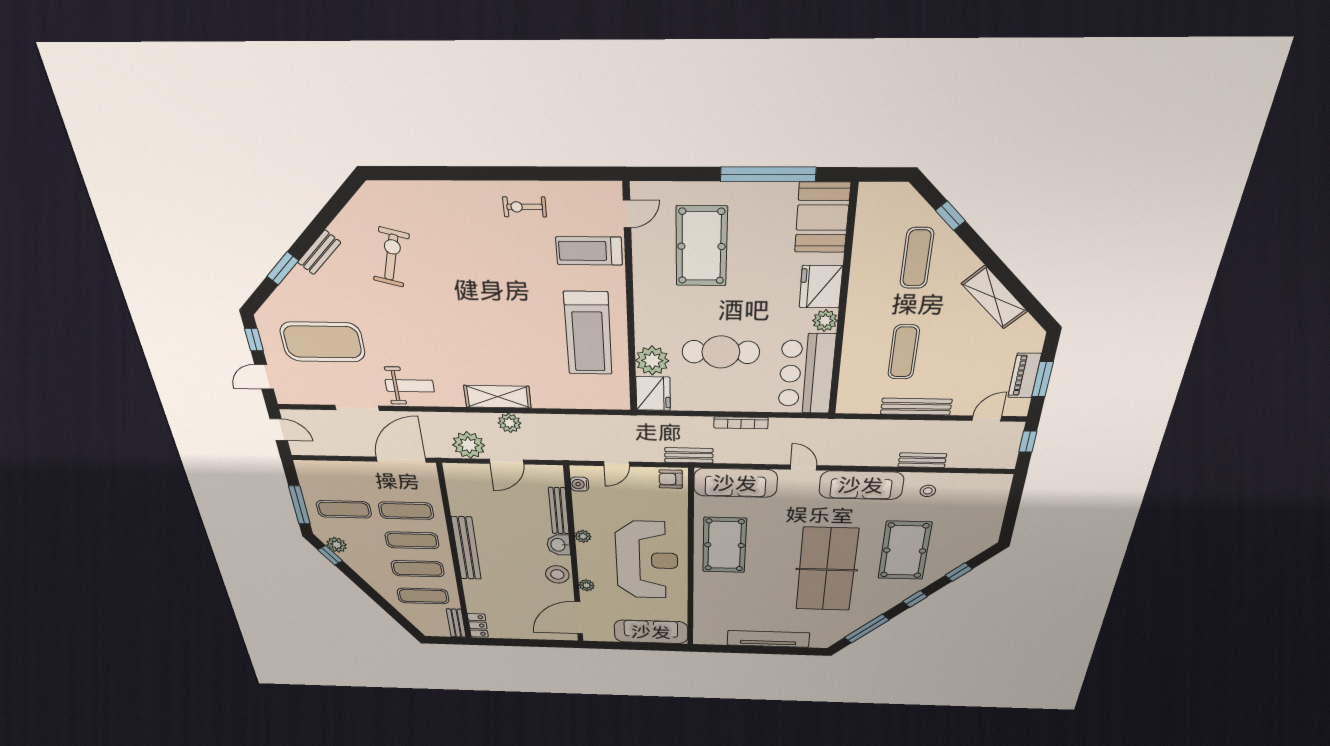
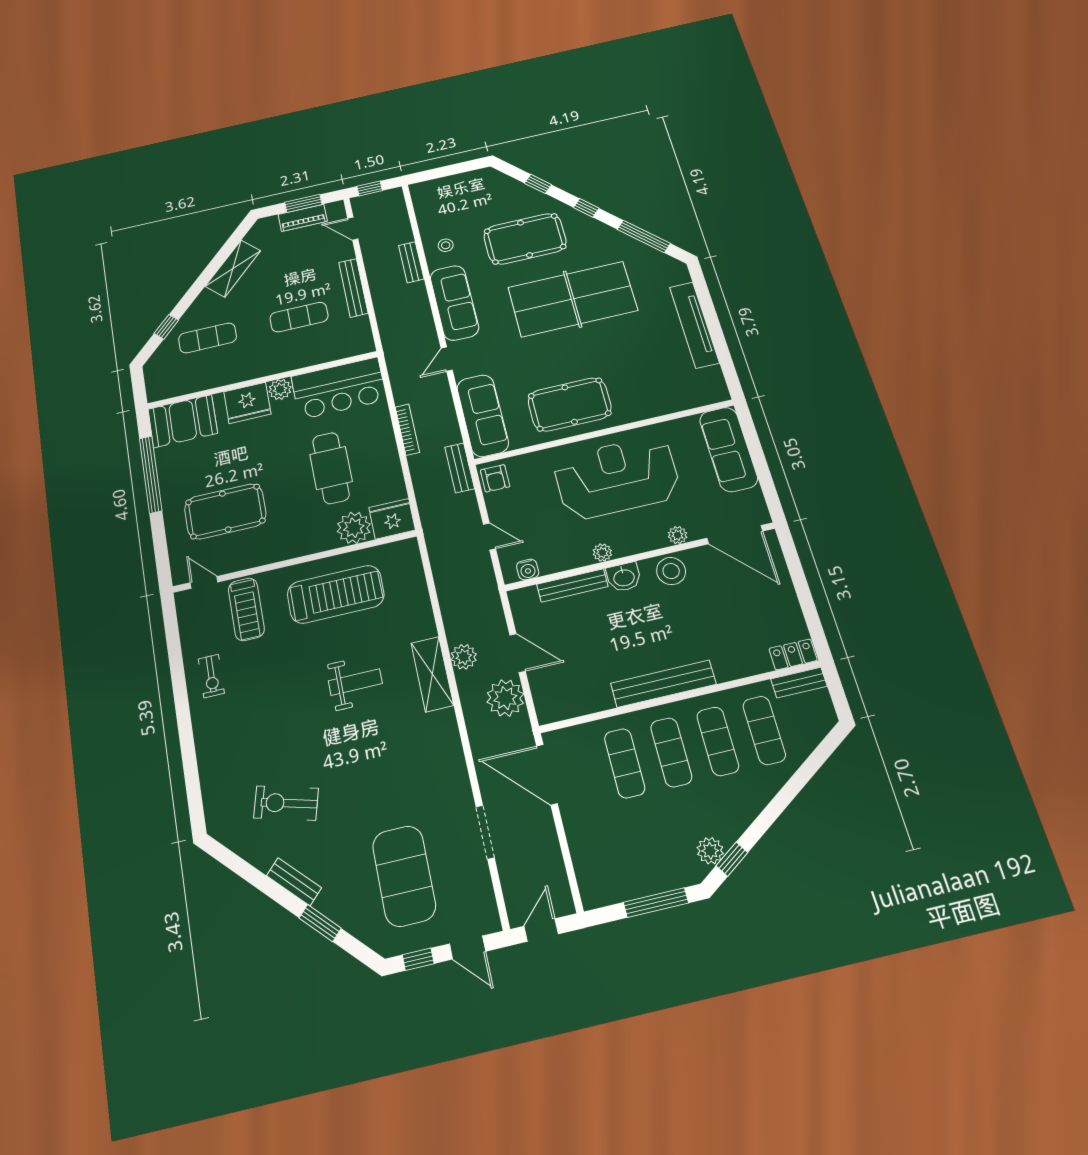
weight bench: (410, 386) -> (355, 682), moved, turned 90
exercise mat: (344, 509) -> (646, 843), removed

